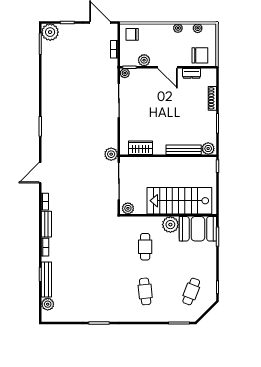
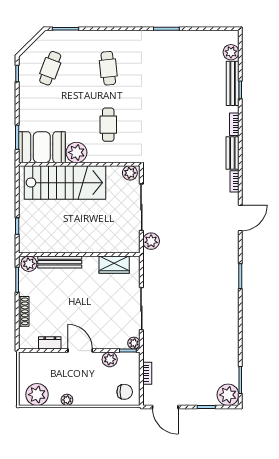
plant: (198, 28) -> (37, 395), width x1.88, depth x1.88
chair: (200, 55) -> (39, 366), removed
wardrobe: (141, 148) -> (114, 265), moved
plant: (208, 149) -> (29, 264), moved
bench: (184, 150) -> (60, 262), moved
wall: (168, 156) -> (79, 255), moved

